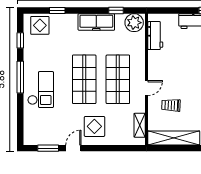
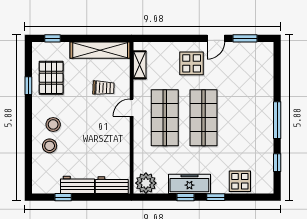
window: (57, 10) -> (216, 197), moved
window: (116, 10) -> (185, 197), moved
display table: (40, 25) -> (240, 181), moved
workbench: (155, 36) -> (112, 185), moved, turned 90
checkout: (41, 90) -> (254, 106), removed

